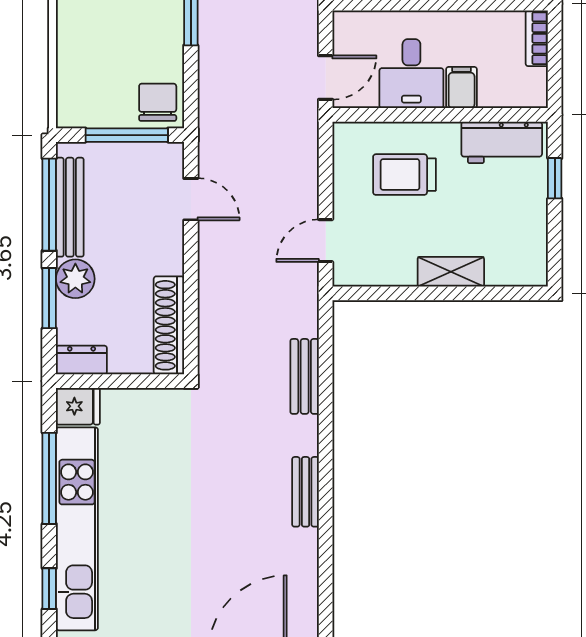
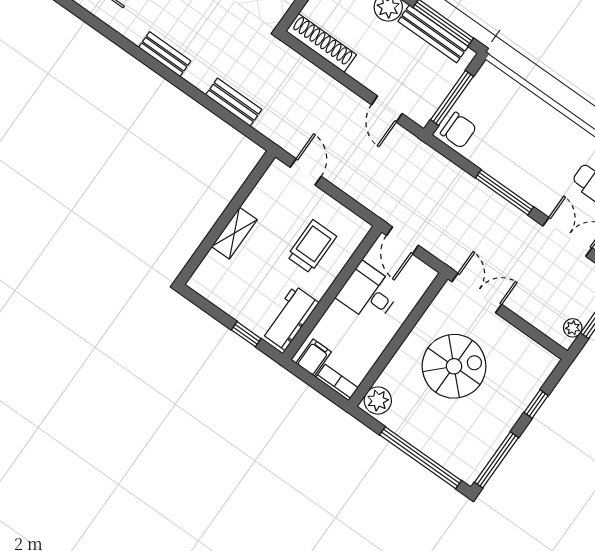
filing cabinet: (462, 88) -> (314, 358), moved, turned -90
door: (191, 199) -> (387, 109), hinge flipped

